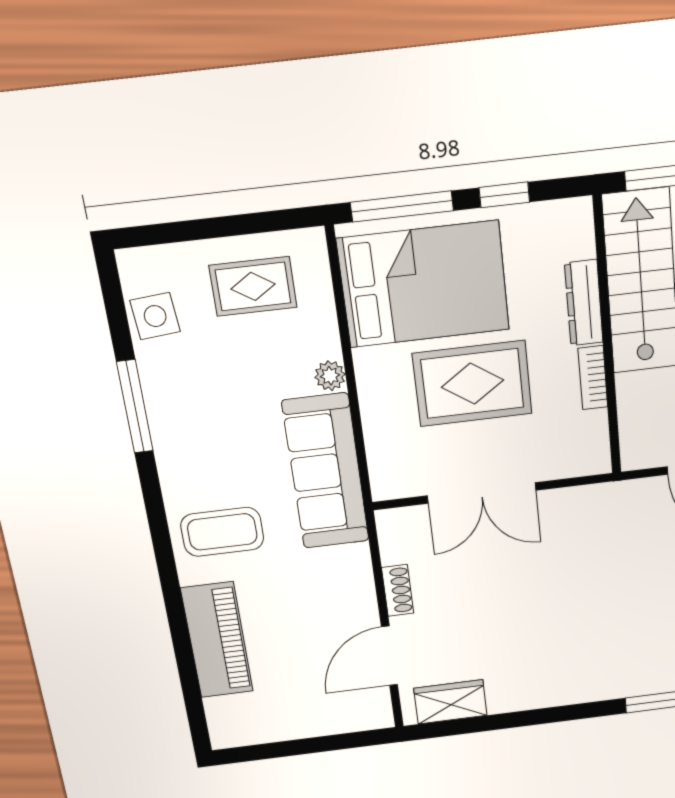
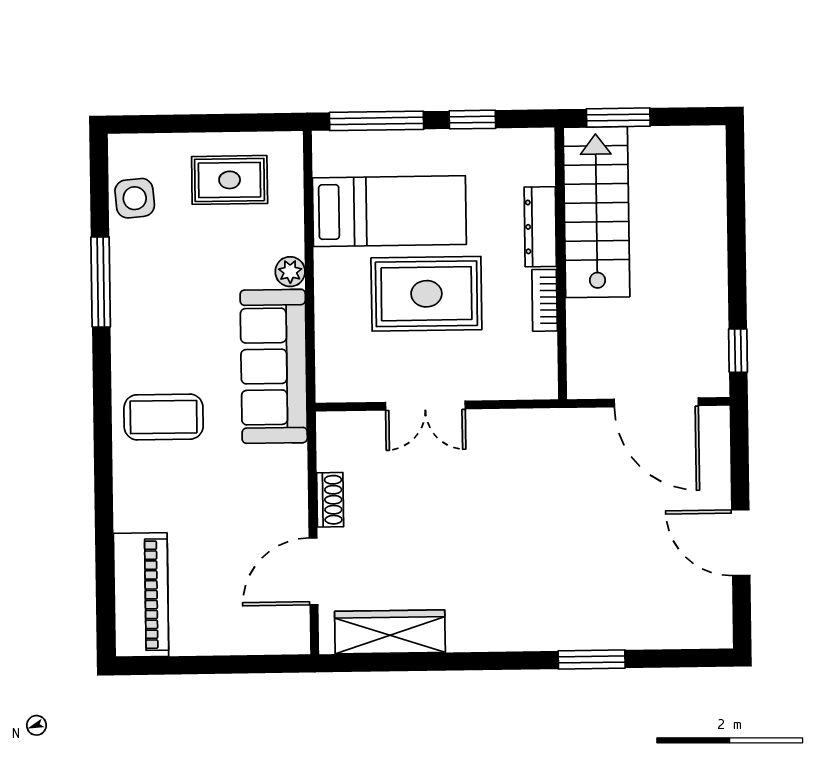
bed: (424, 284) -> (389, 211), width x0.67
double door: (482, 493) -> (425, 406), width x0.73
piano: (217, 640) -> (141, 595), moved
wardrobe: (450, 702) -> (390, 632), width x1.50

